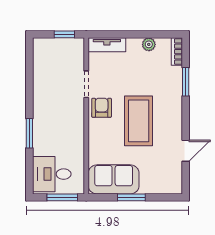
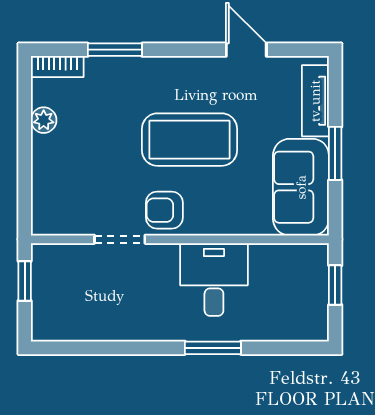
tv unit: (107, 45) -> (315, 101), moved, turned 180
desk: (52, 174) -> (214, 280), moved, turned 180
window: (62, 197) -> (335, 285), width x0.67

